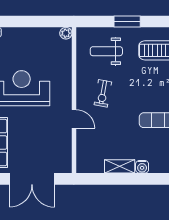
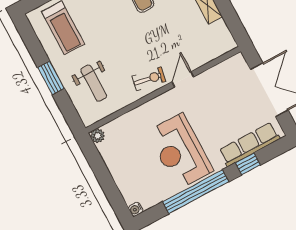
exercise bike: (103, 93) -> (149, 79), moved

